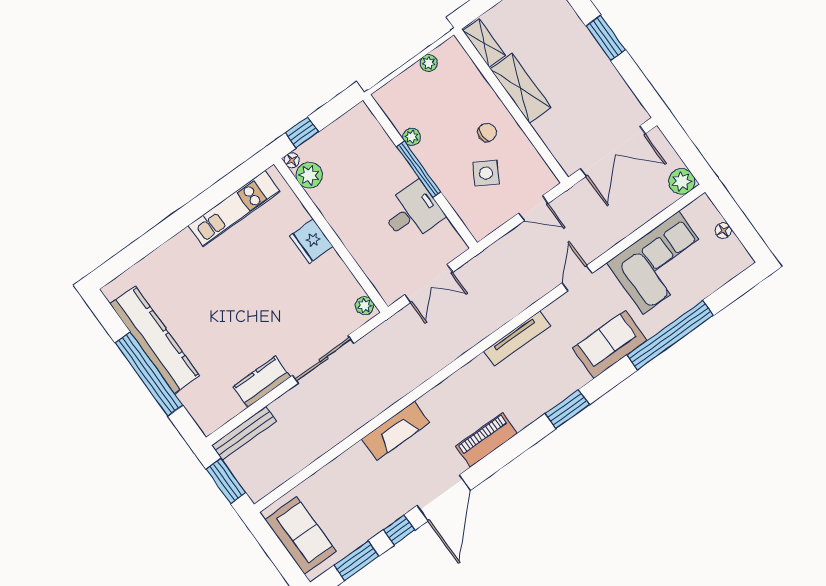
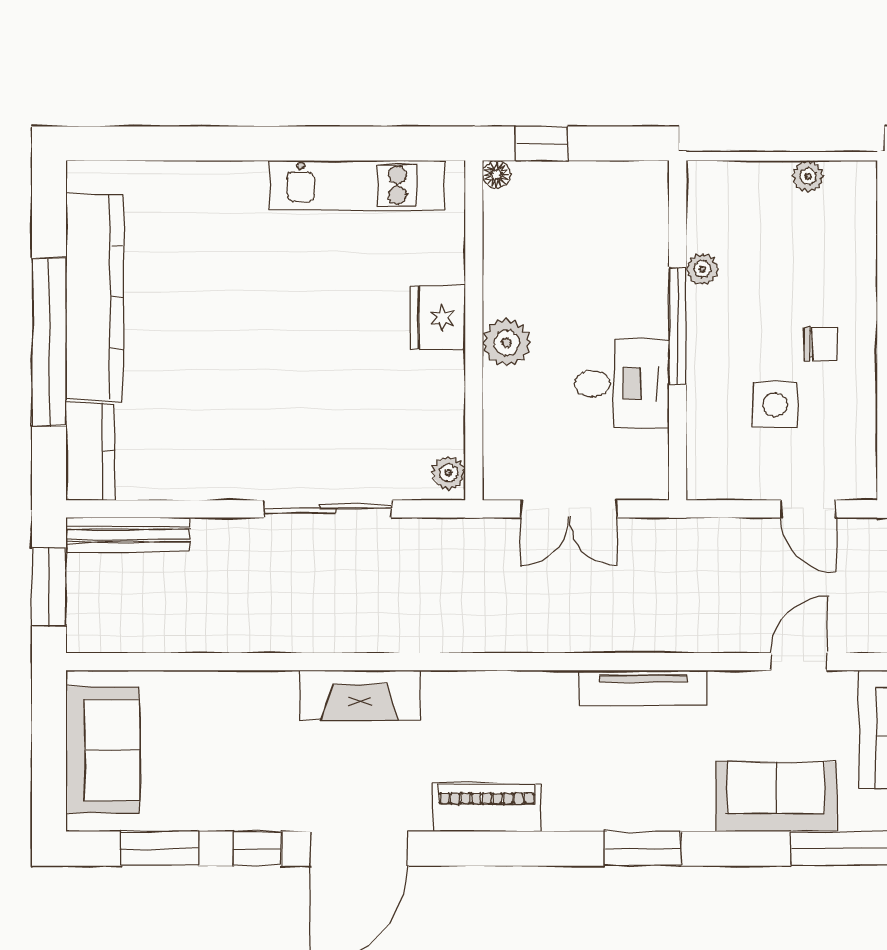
side table: (486, 173) -> (775, 405), turned -30
plant: (309, 175) -> (507, 343), moved
kitchen counter: (262, 382) -> (90, 452), moved, turned 90

